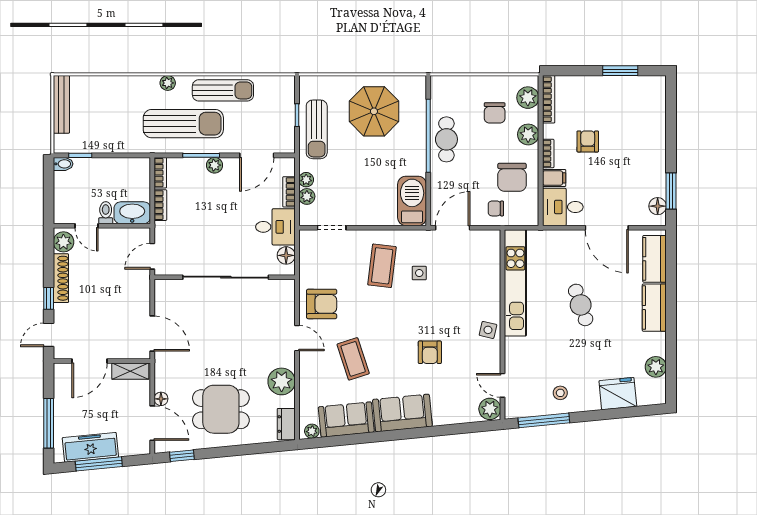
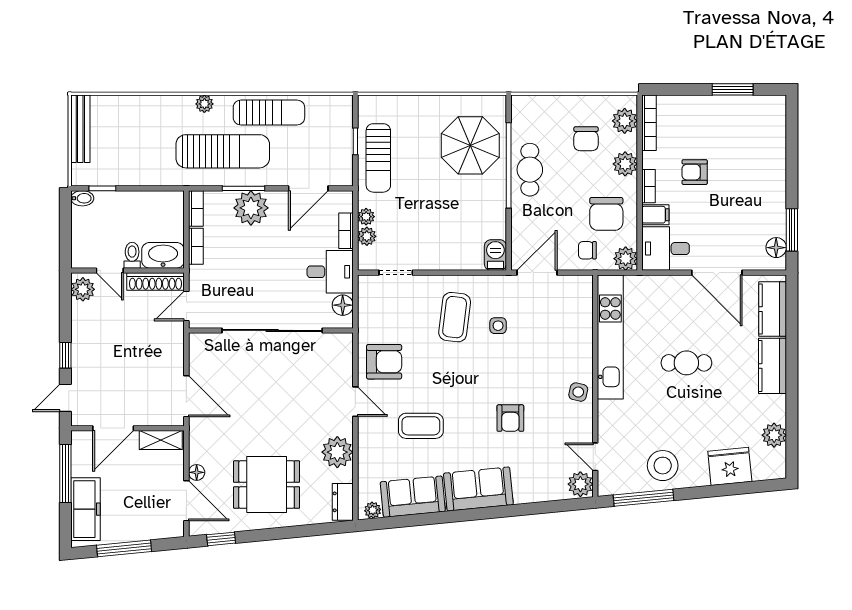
parasol: (374, 111) -> (470, 145), moved
armchair: (588, 141) -> (695, 172), turned -90
plant: (214, 165) -> (251, 208), width x1.88, depth x1.88
barbecue: (412, 201) -> (495, 255), width x0.53, depth x0.65
plant: (529, 216) -> (626, 259), added
shoe rack: (61, 278) -> (156, 282), moved, turned 90
cafe table: (581, 305) -> (686, 363), turned -71
coffee table: (353, 359) -> (421, 426), turned -72
stool: (560, 393) -> (663, 466), width x1.89, depth x1.89
window: (49, 423) -> (65, 474), moved
freezer: (90, 447) -> (86, 509), moved, turned 96

